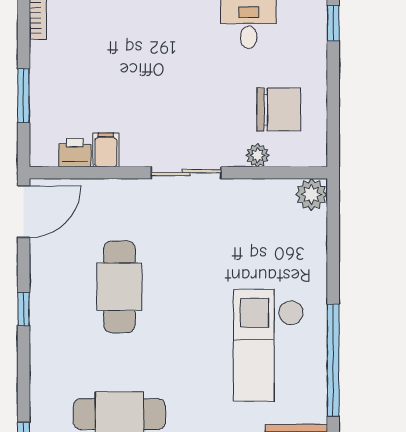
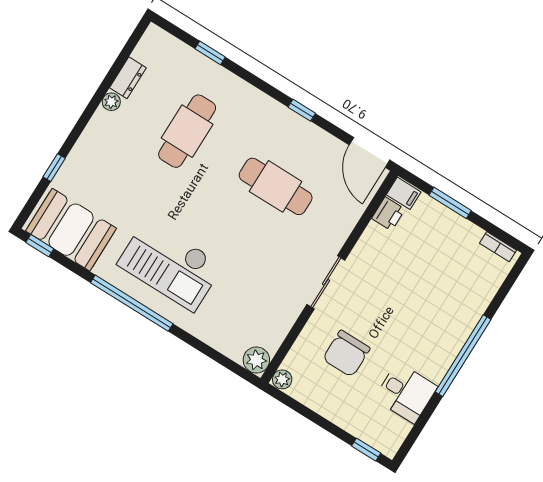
chair: (279, 109) -> (346, 354), moved
filing cabinet: (106, 150) -> (404, 193), moved
plant: (258, 155) -> (282, 379), moved
checkout: (269, 345) -> (170, 265), turned 180

